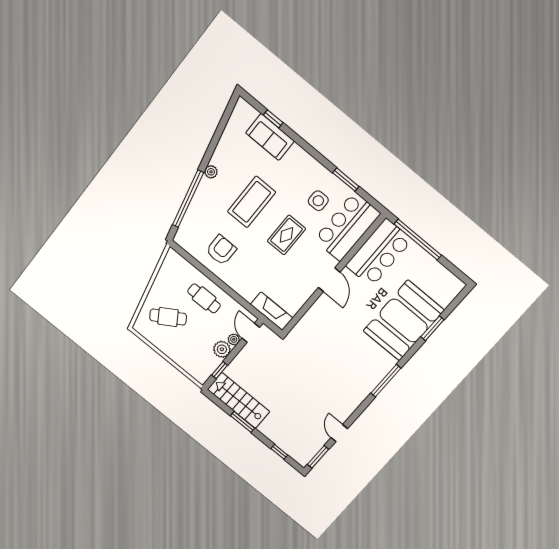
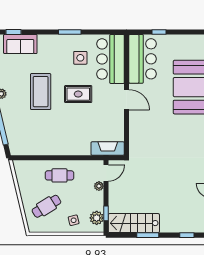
window: (346, 180) -> (70, 32), moved
rug: (286, 235) -> (78, 94), turned 90
window: (418, 240) -> (159, 32), width x0.32
armchair: (221, 250) -> (46, 136), removed
door: (251, 333) -> (106, 173), swing flipped
plant: (222, 349) -> (97, 218), moved
side table: (183, 351) -> (74, 220), added

